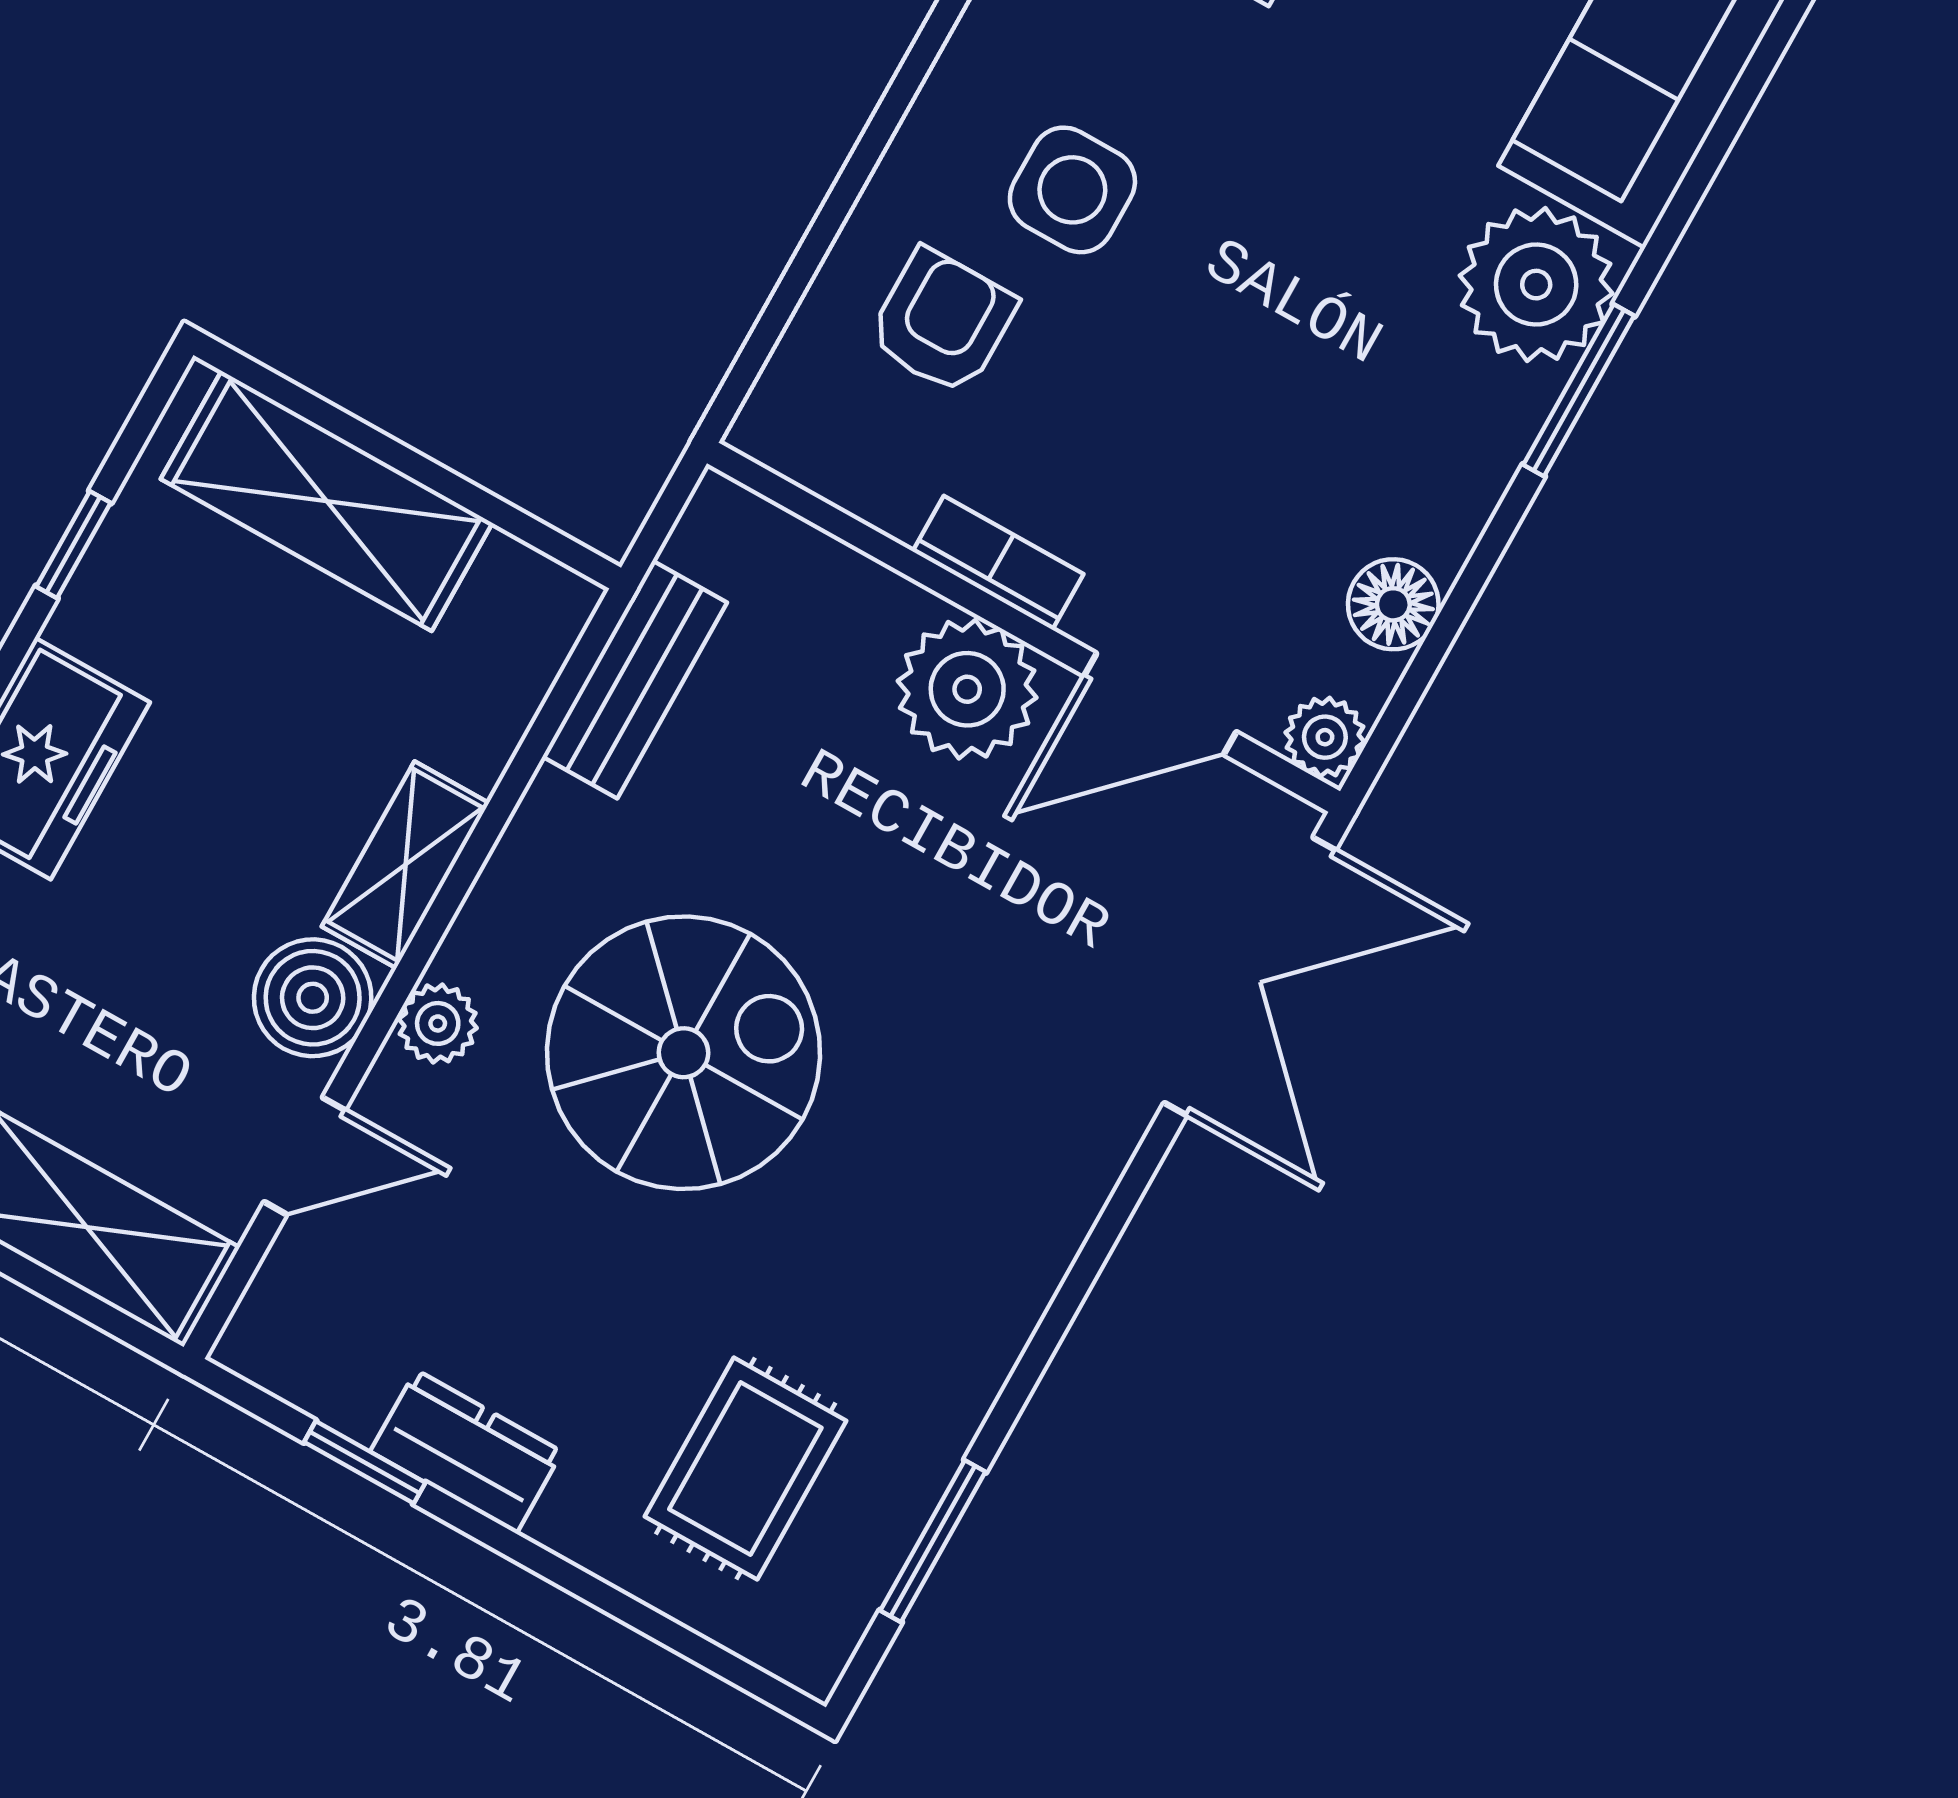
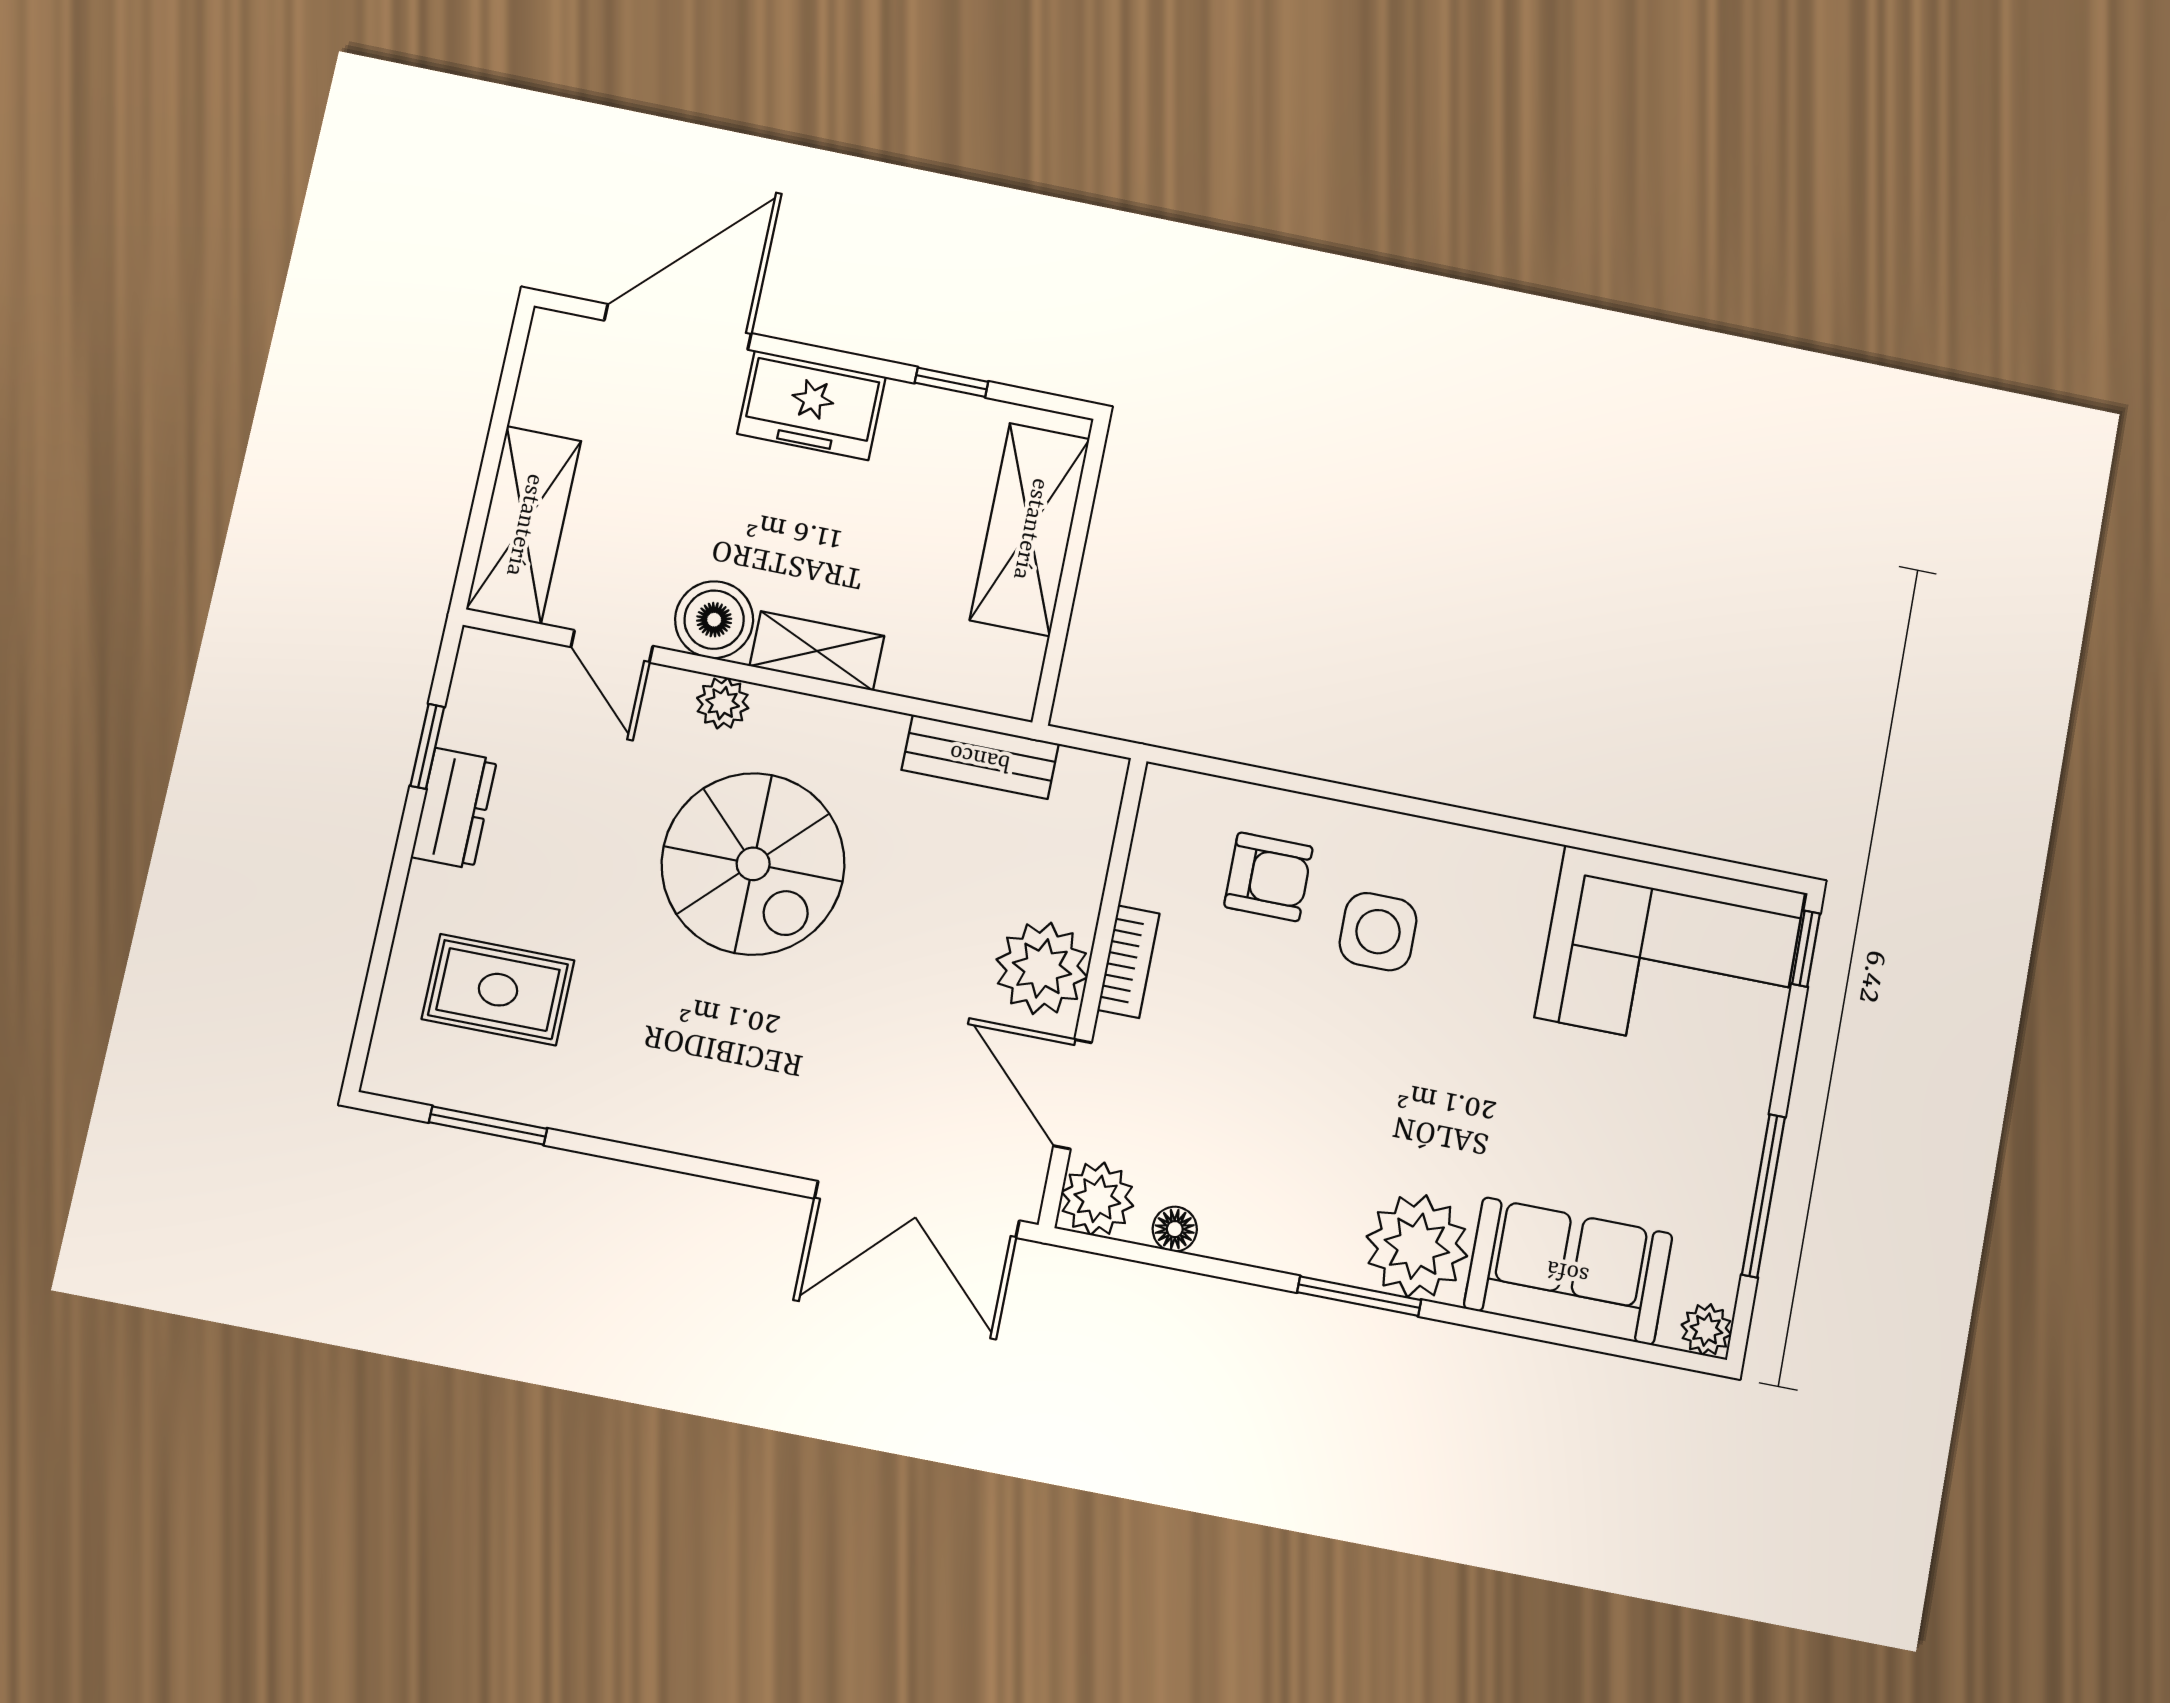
floor lamp: (1393, 604) -> (1175, 1229), width x0.73, depth x0.73
plant: (1325, 737) -> (1097, 1199), width x1.38, depth x1.38

